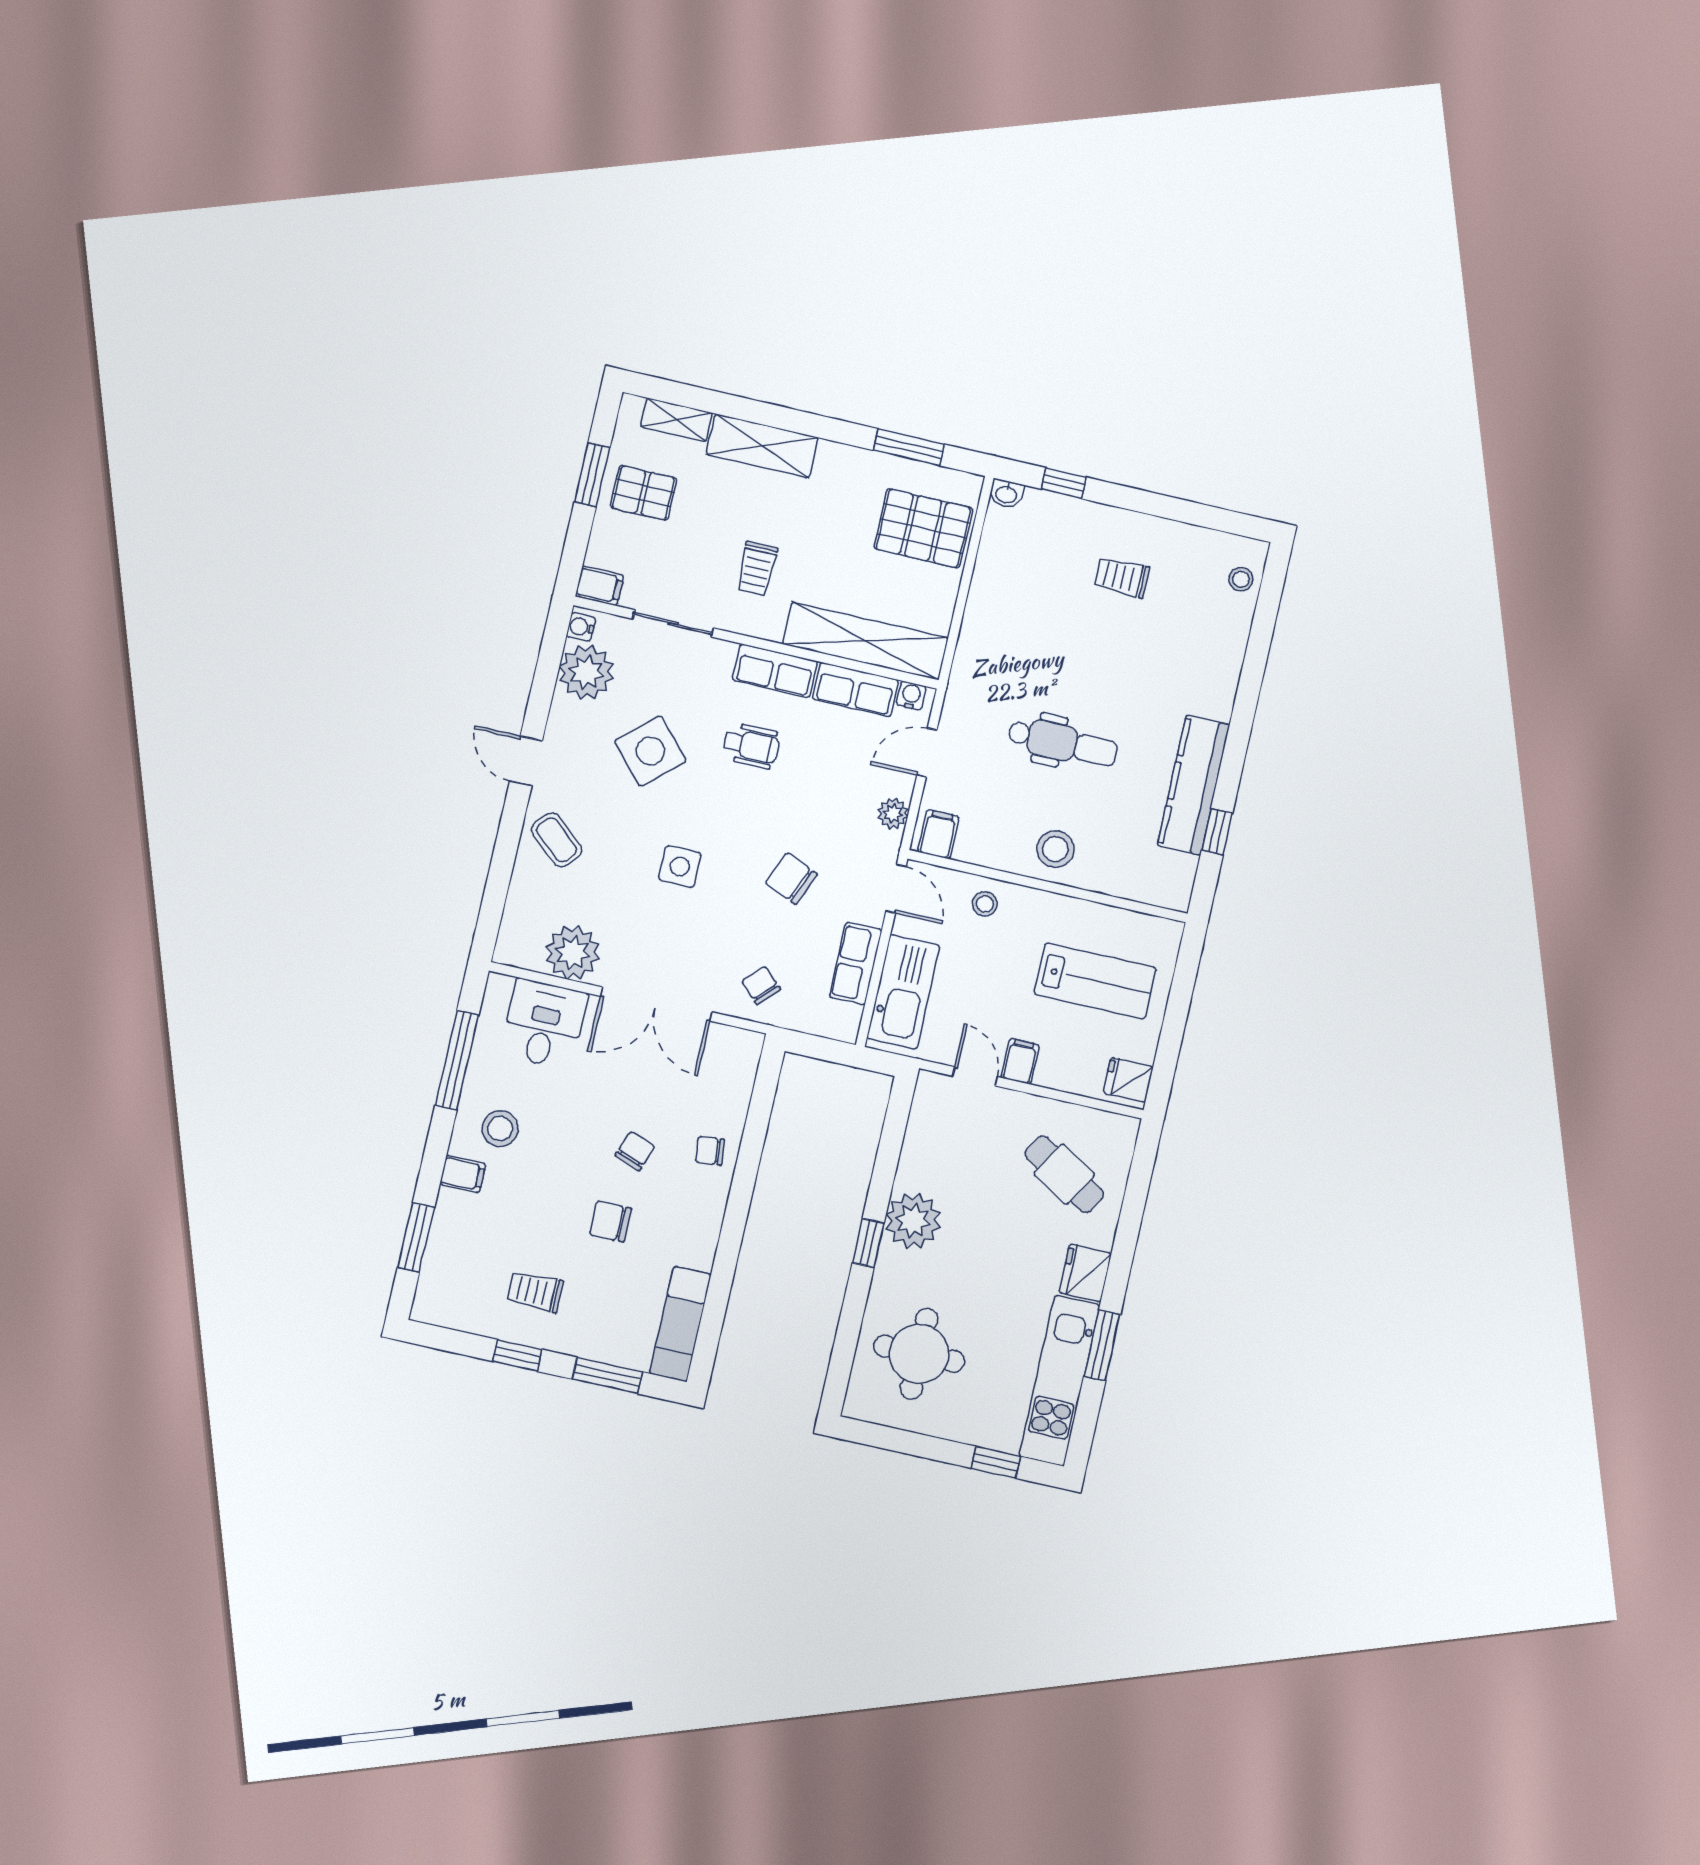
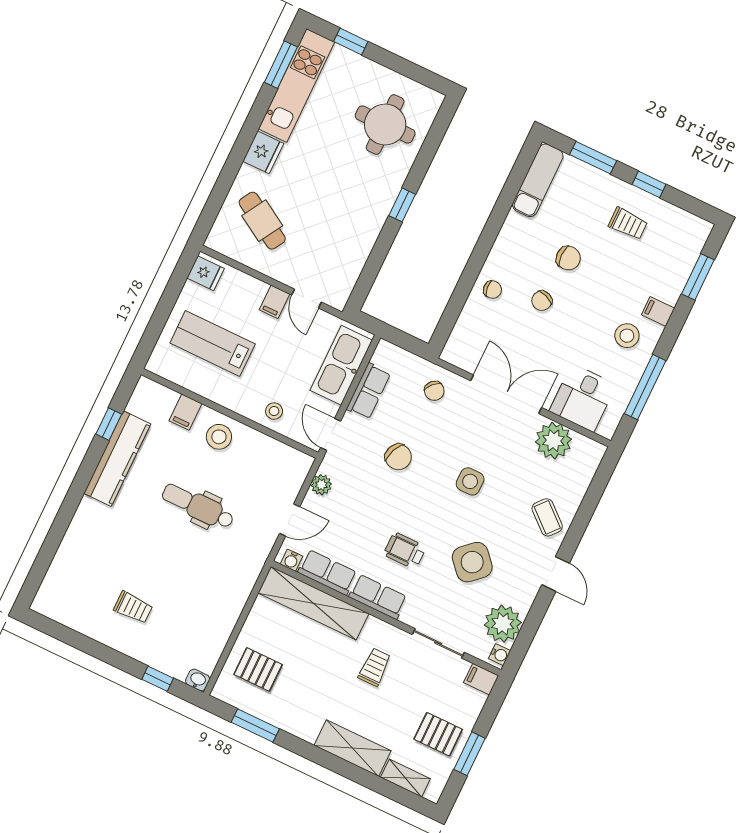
pallet: (923, 528) -> (258, 669), width x0.67, depth x0.71
stool: (1241, 579) -> (54, 588), removed
filing cabinet: (938, 834) -> (186, 412), moved
plant: (913, 1221) -> (369, 213), removed
window: (1102, 1345) -> (281, 65), moved

